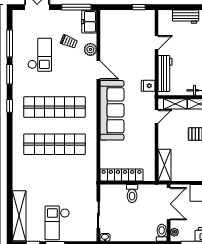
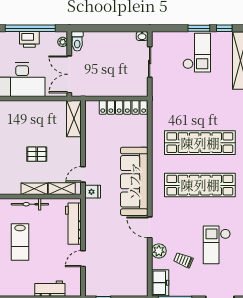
fridge: (148, 86) -> (93, 192), moved
toilet: (132, 193) -> (111, 86), removed

